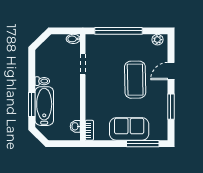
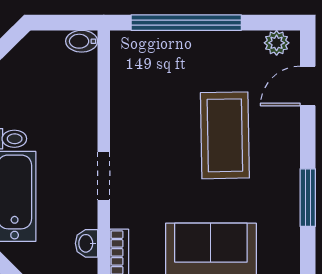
doorway: (83, 64) -> (104, 176), moved
door: (171, 71) -> (308, 86), moved

